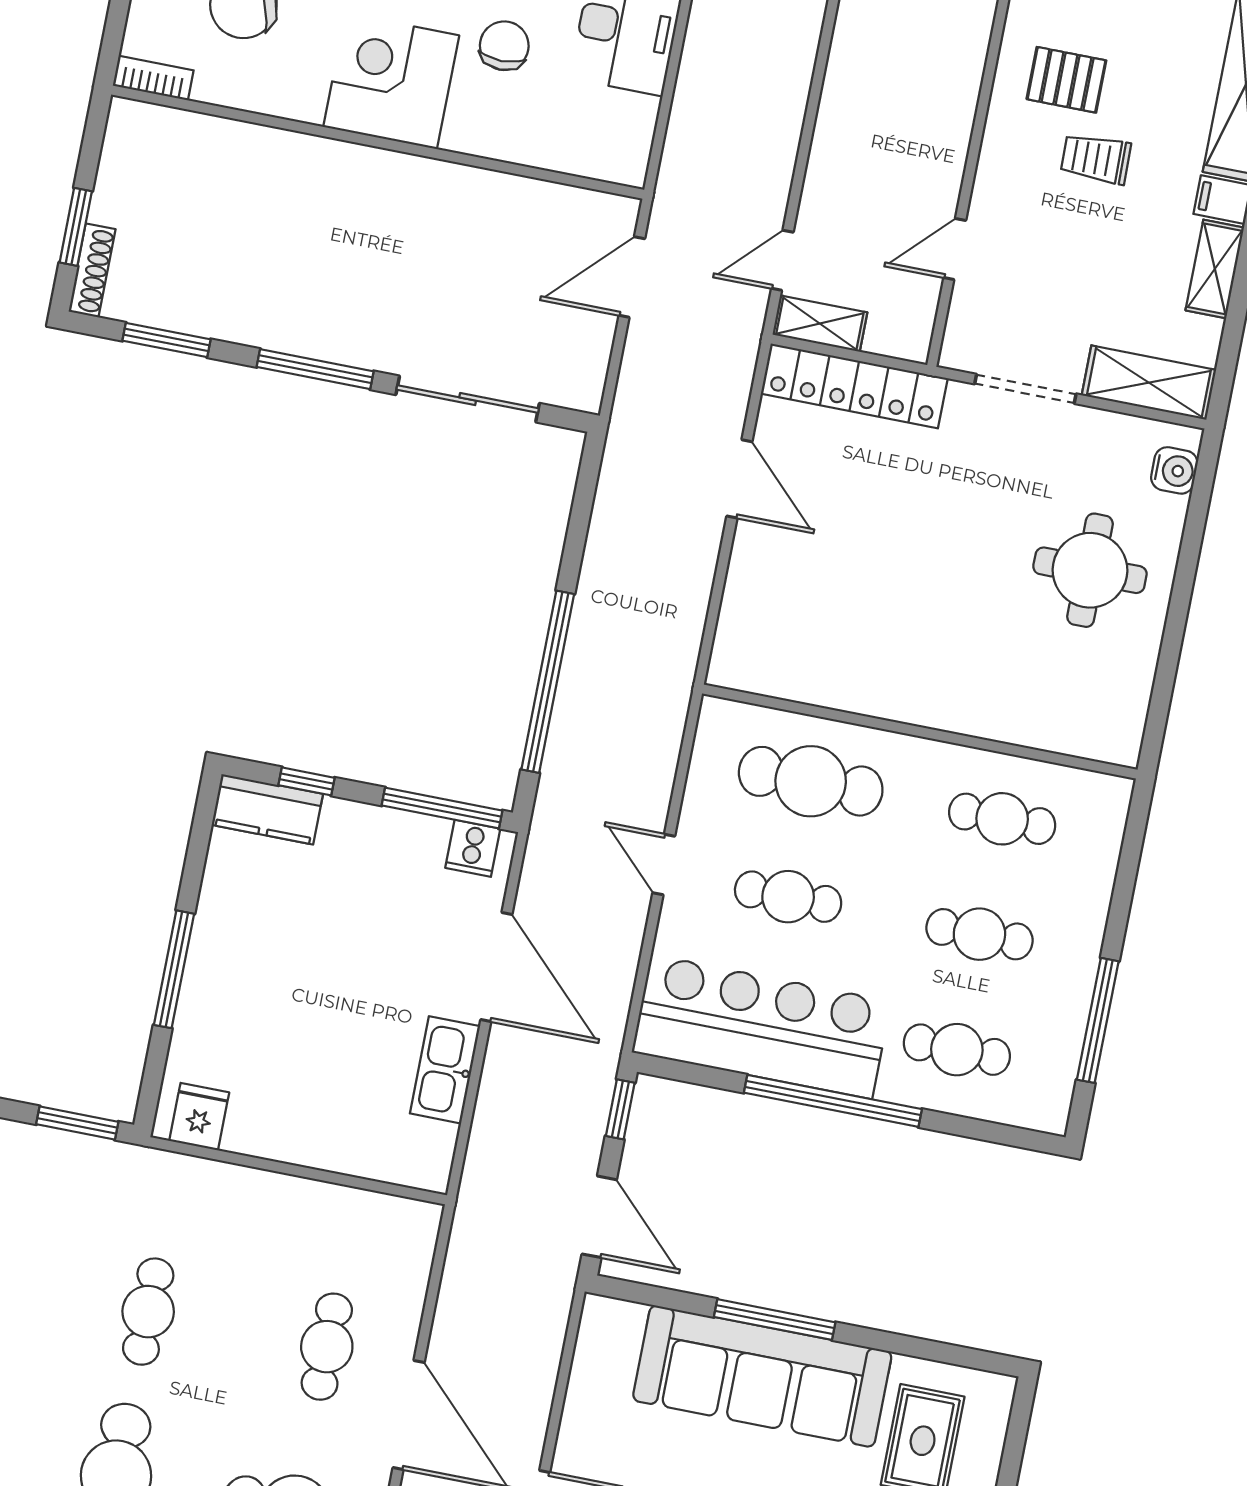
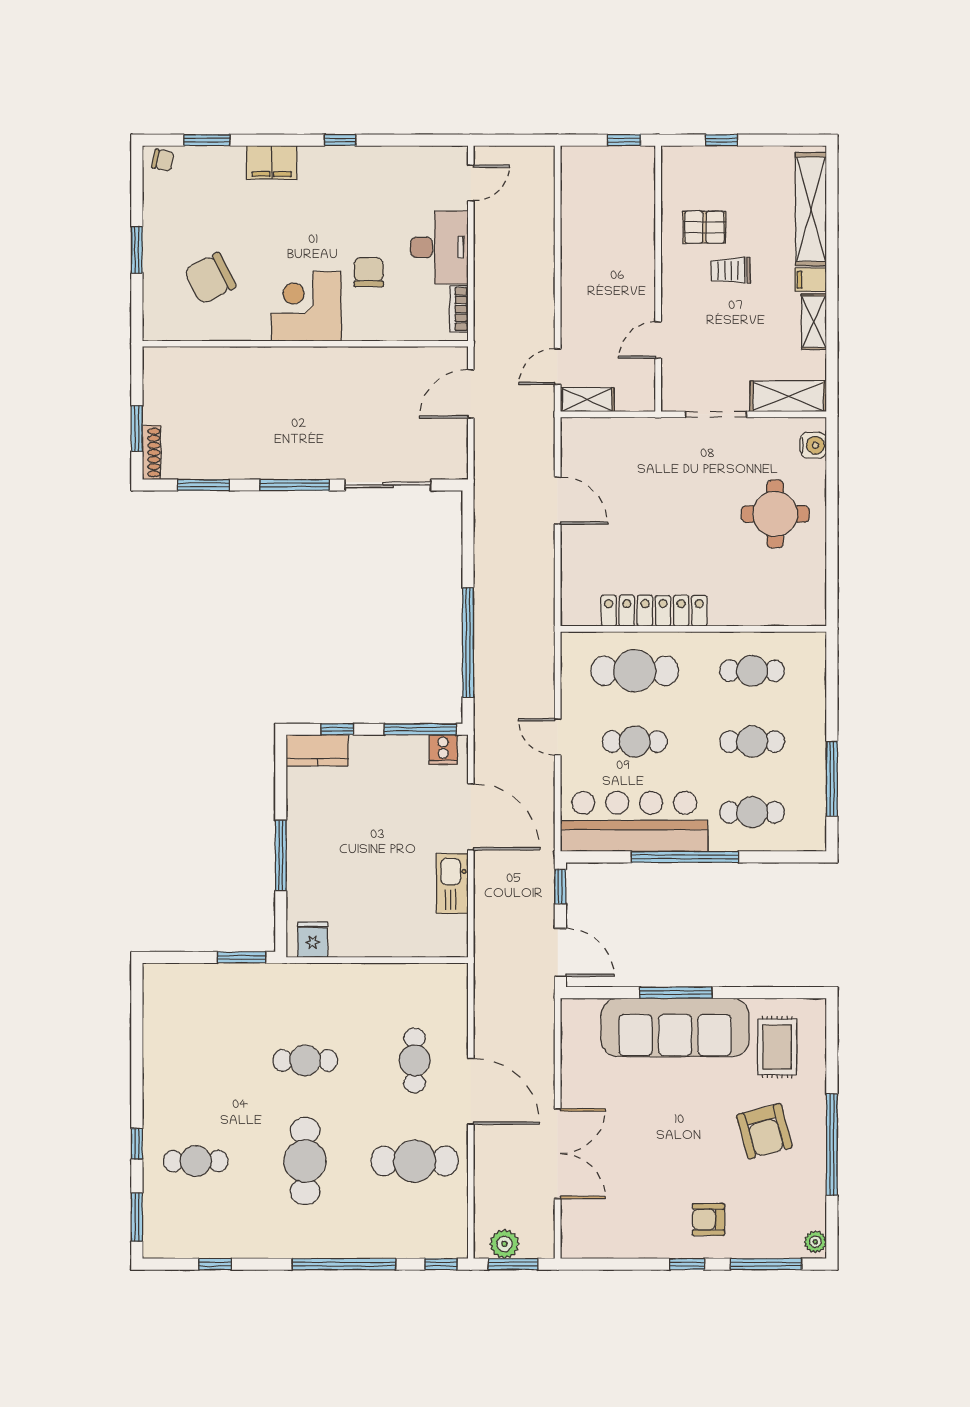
bookcase: (153, 78) -> (459, 309), moved, turned -90
locker: (854, 386) -> (654, 611), moved, turned 180
cafe table: (148, 1312) -> (305, 1060), turned 90

